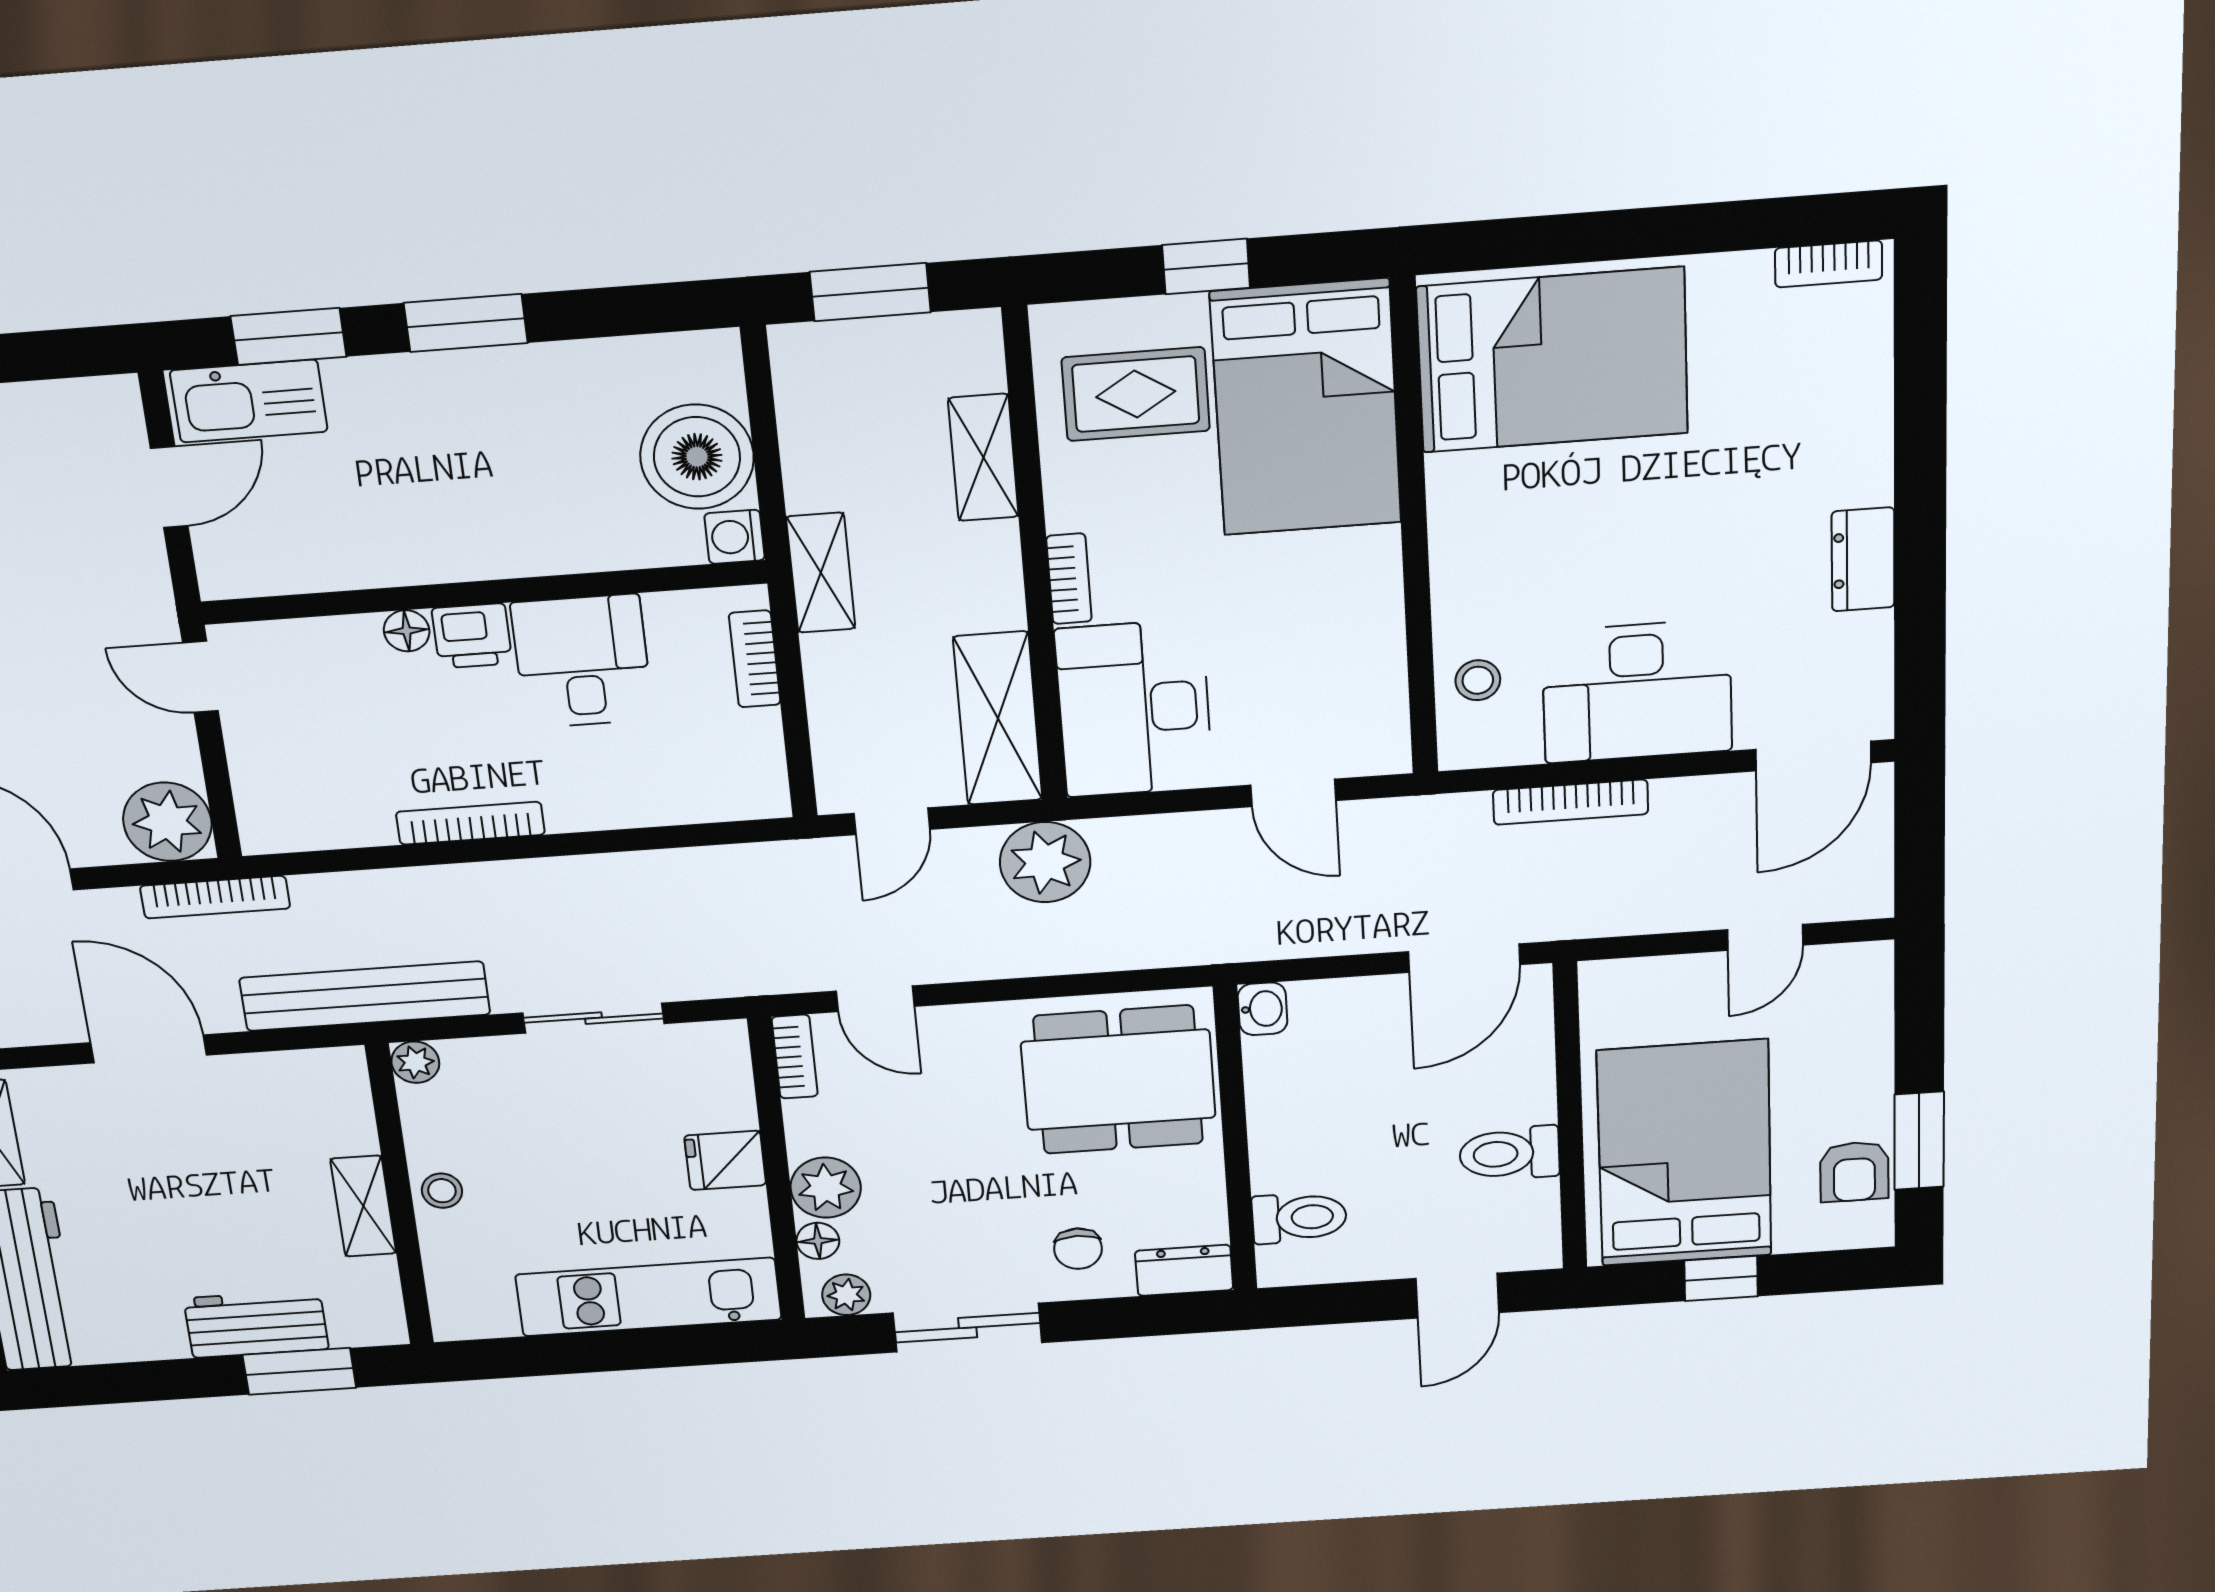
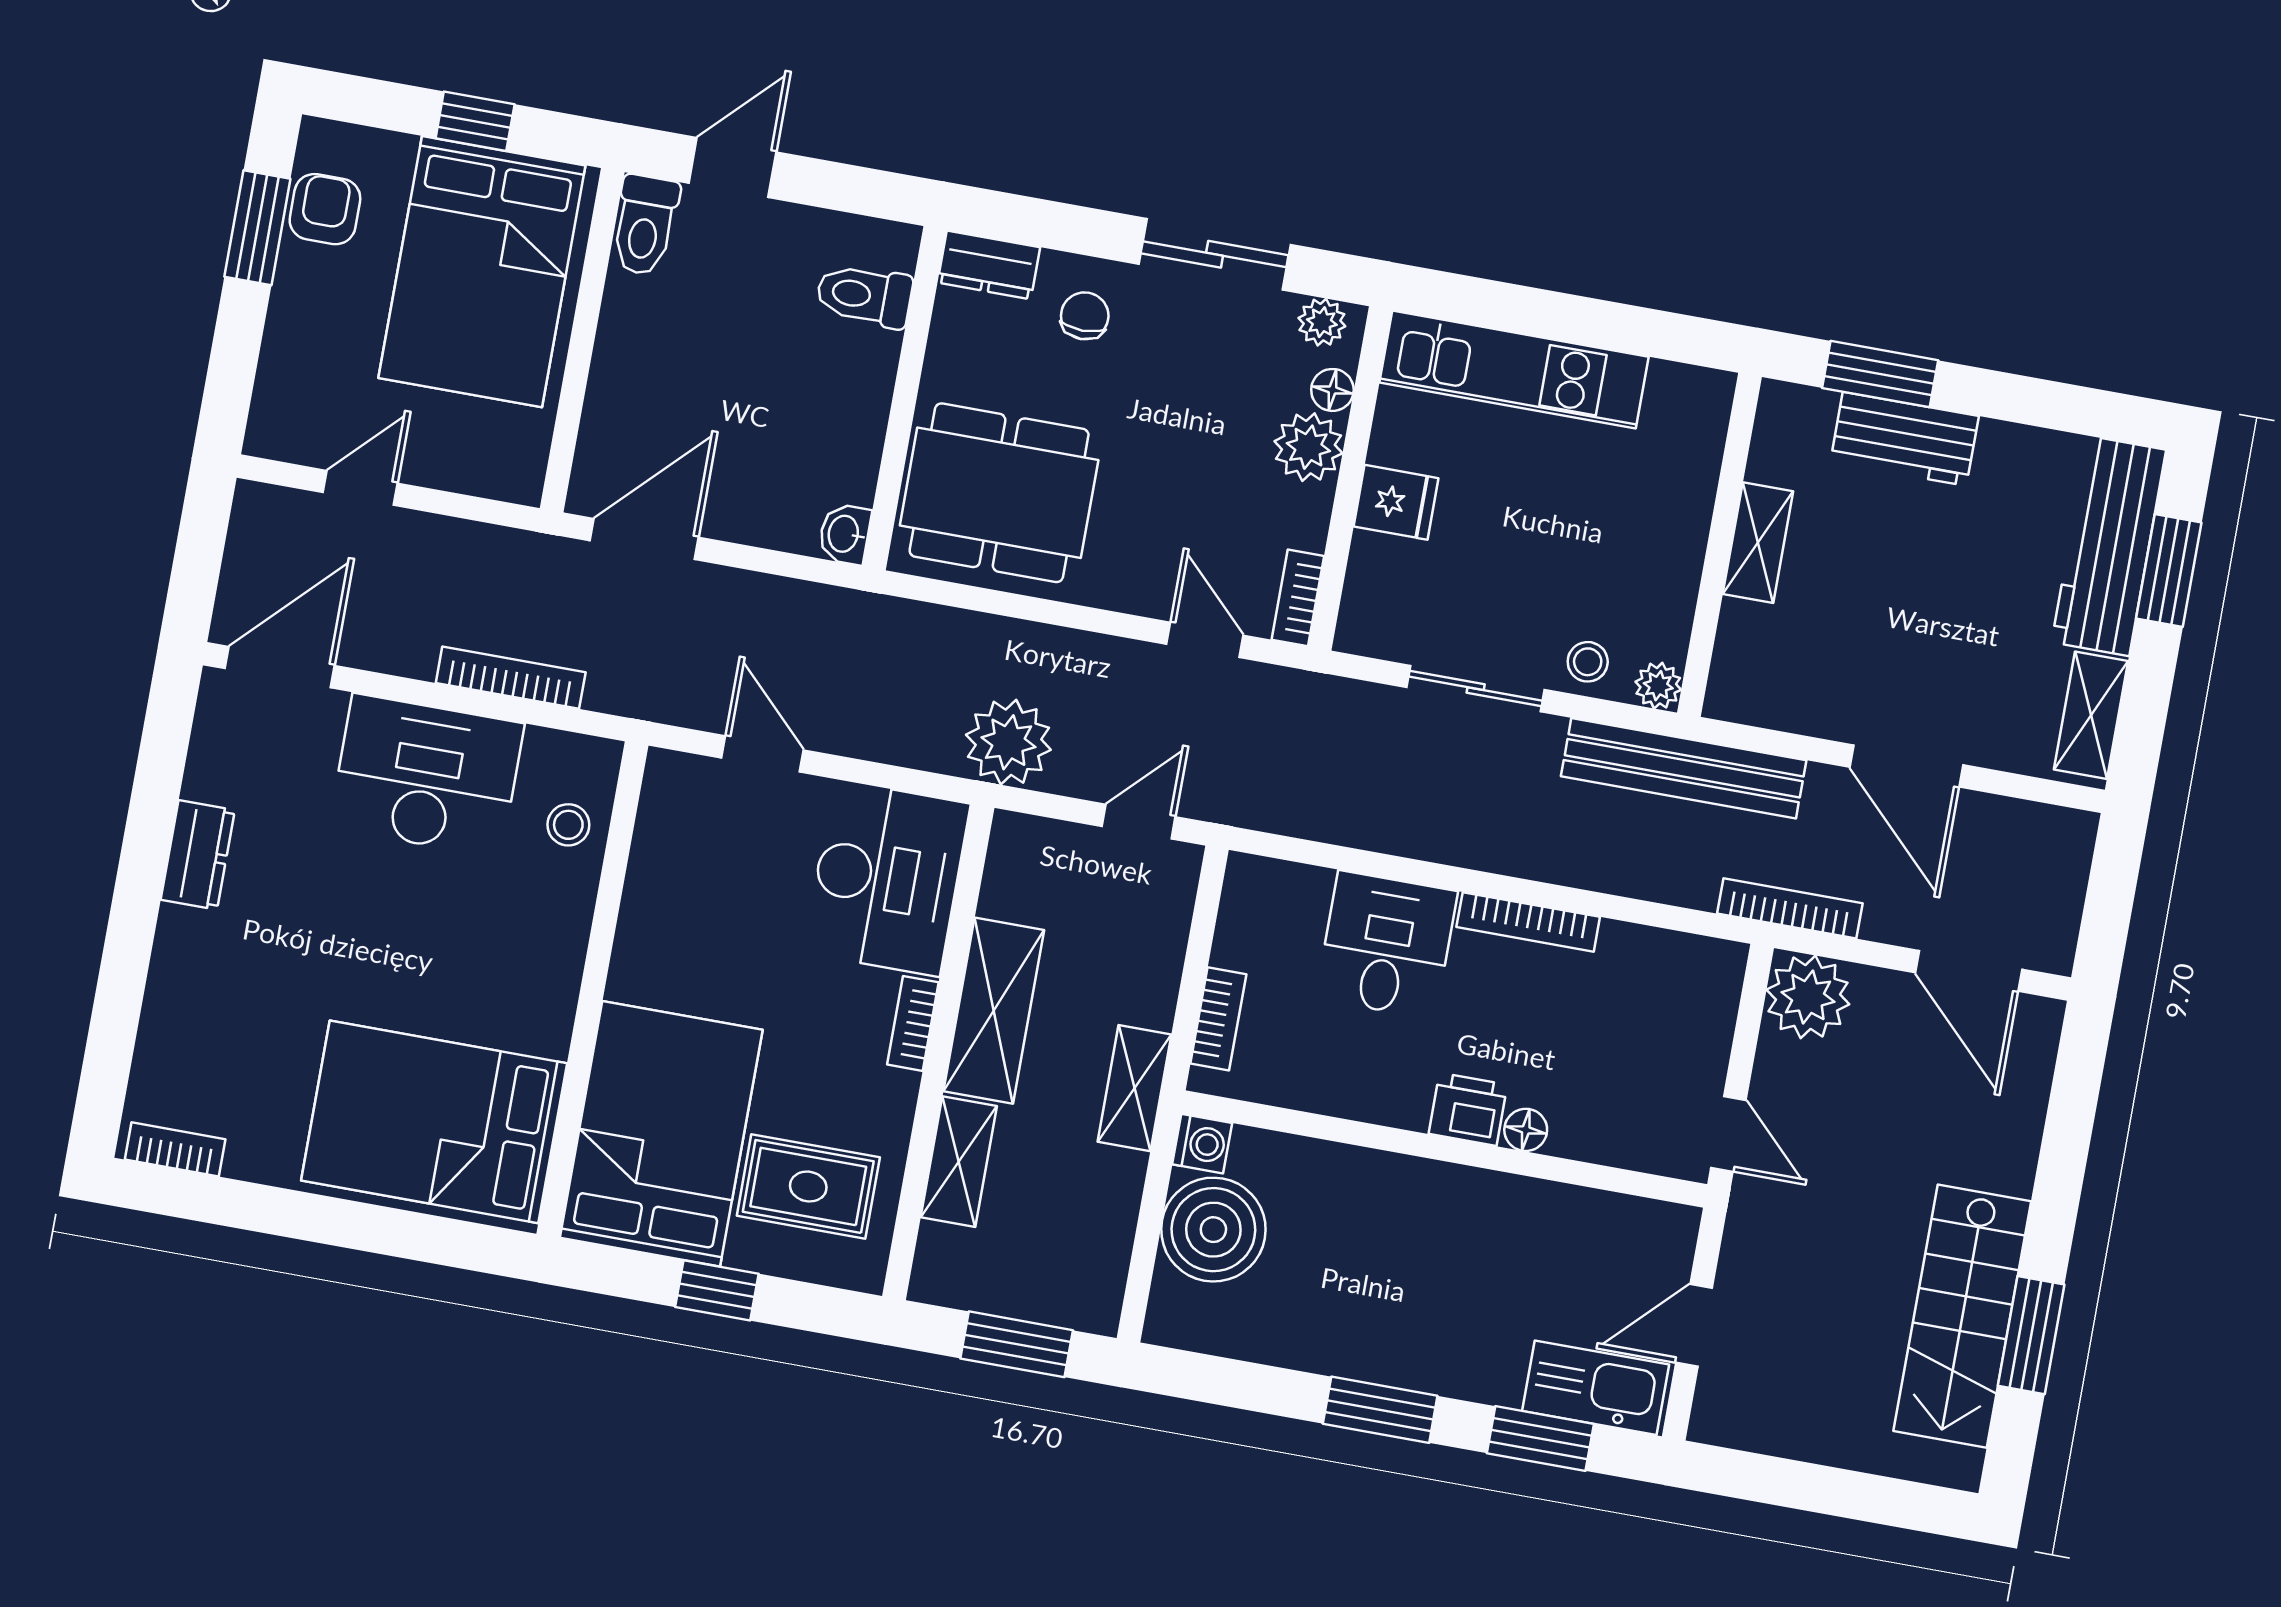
desk: (582, 661) -> (1387, 945), moved, turned 180
shelving: (998, 718) -> (994, 1011), moved
toilet: (1509, 1153) -> (645, 225), moved, turned 90
stool: (442, 1191) -> (1588, 662), moved

